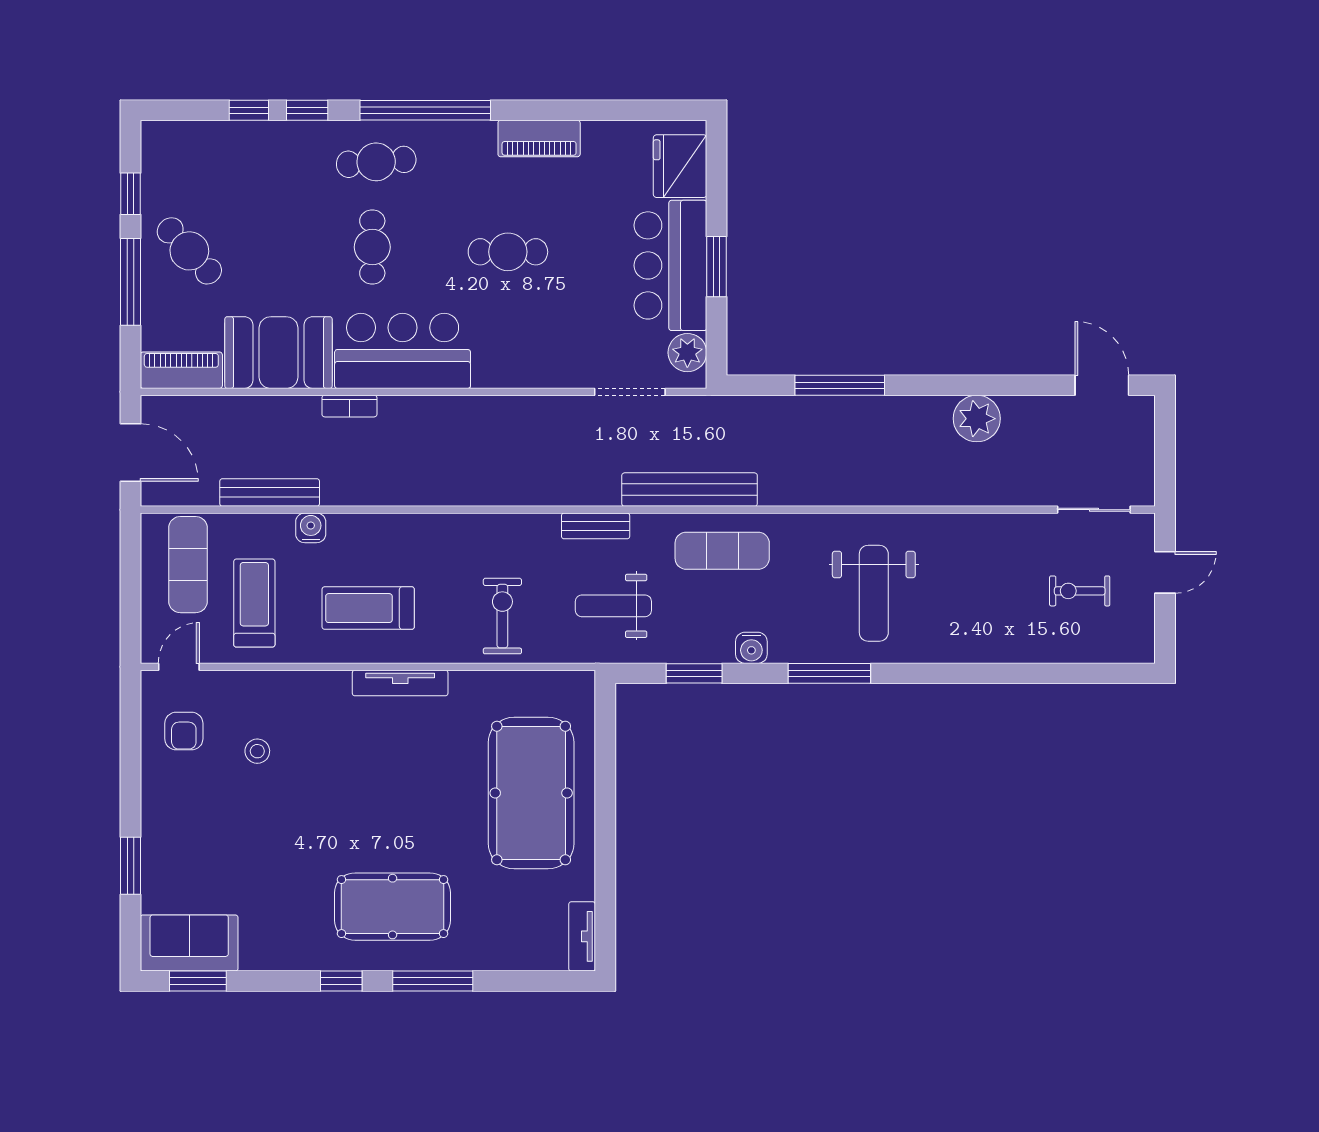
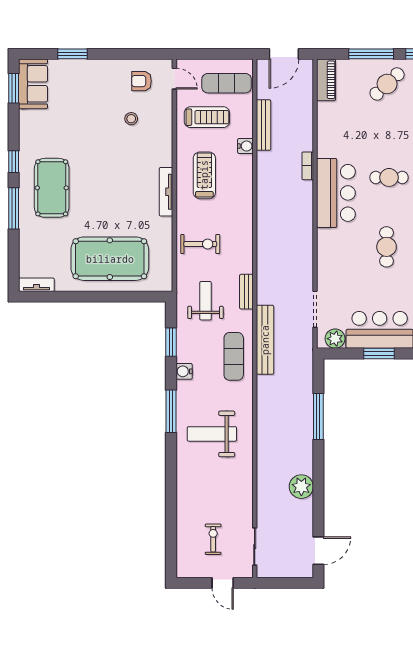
booth: (278, 353) -> (335, 130), removed

